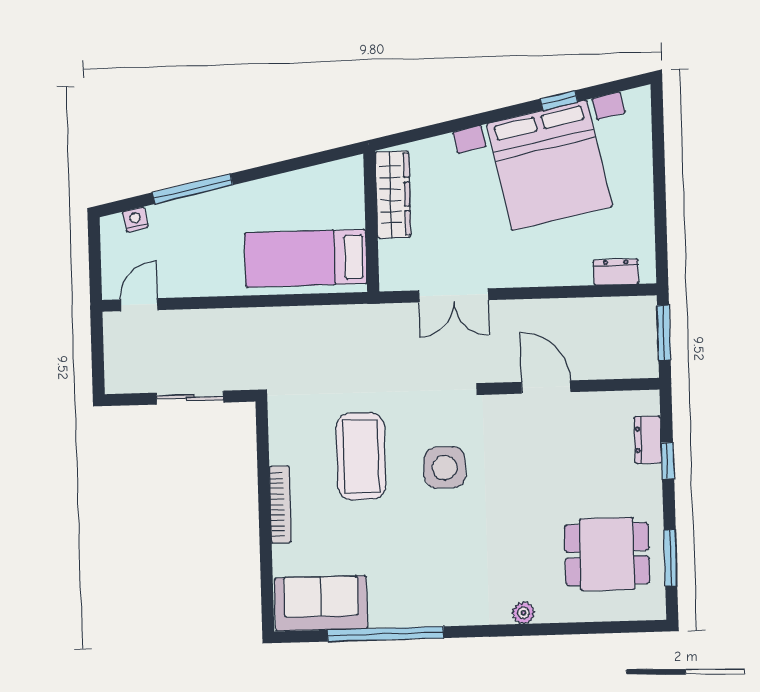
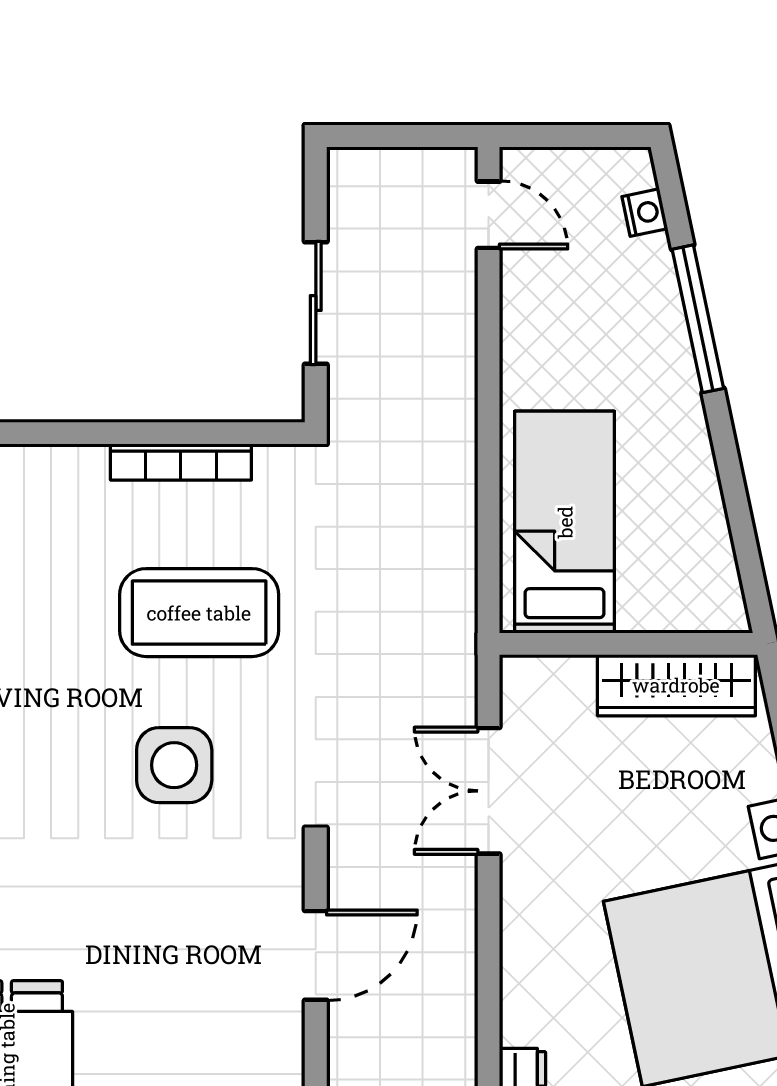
bookcase: (280, 504) -> (181, 462), moved

